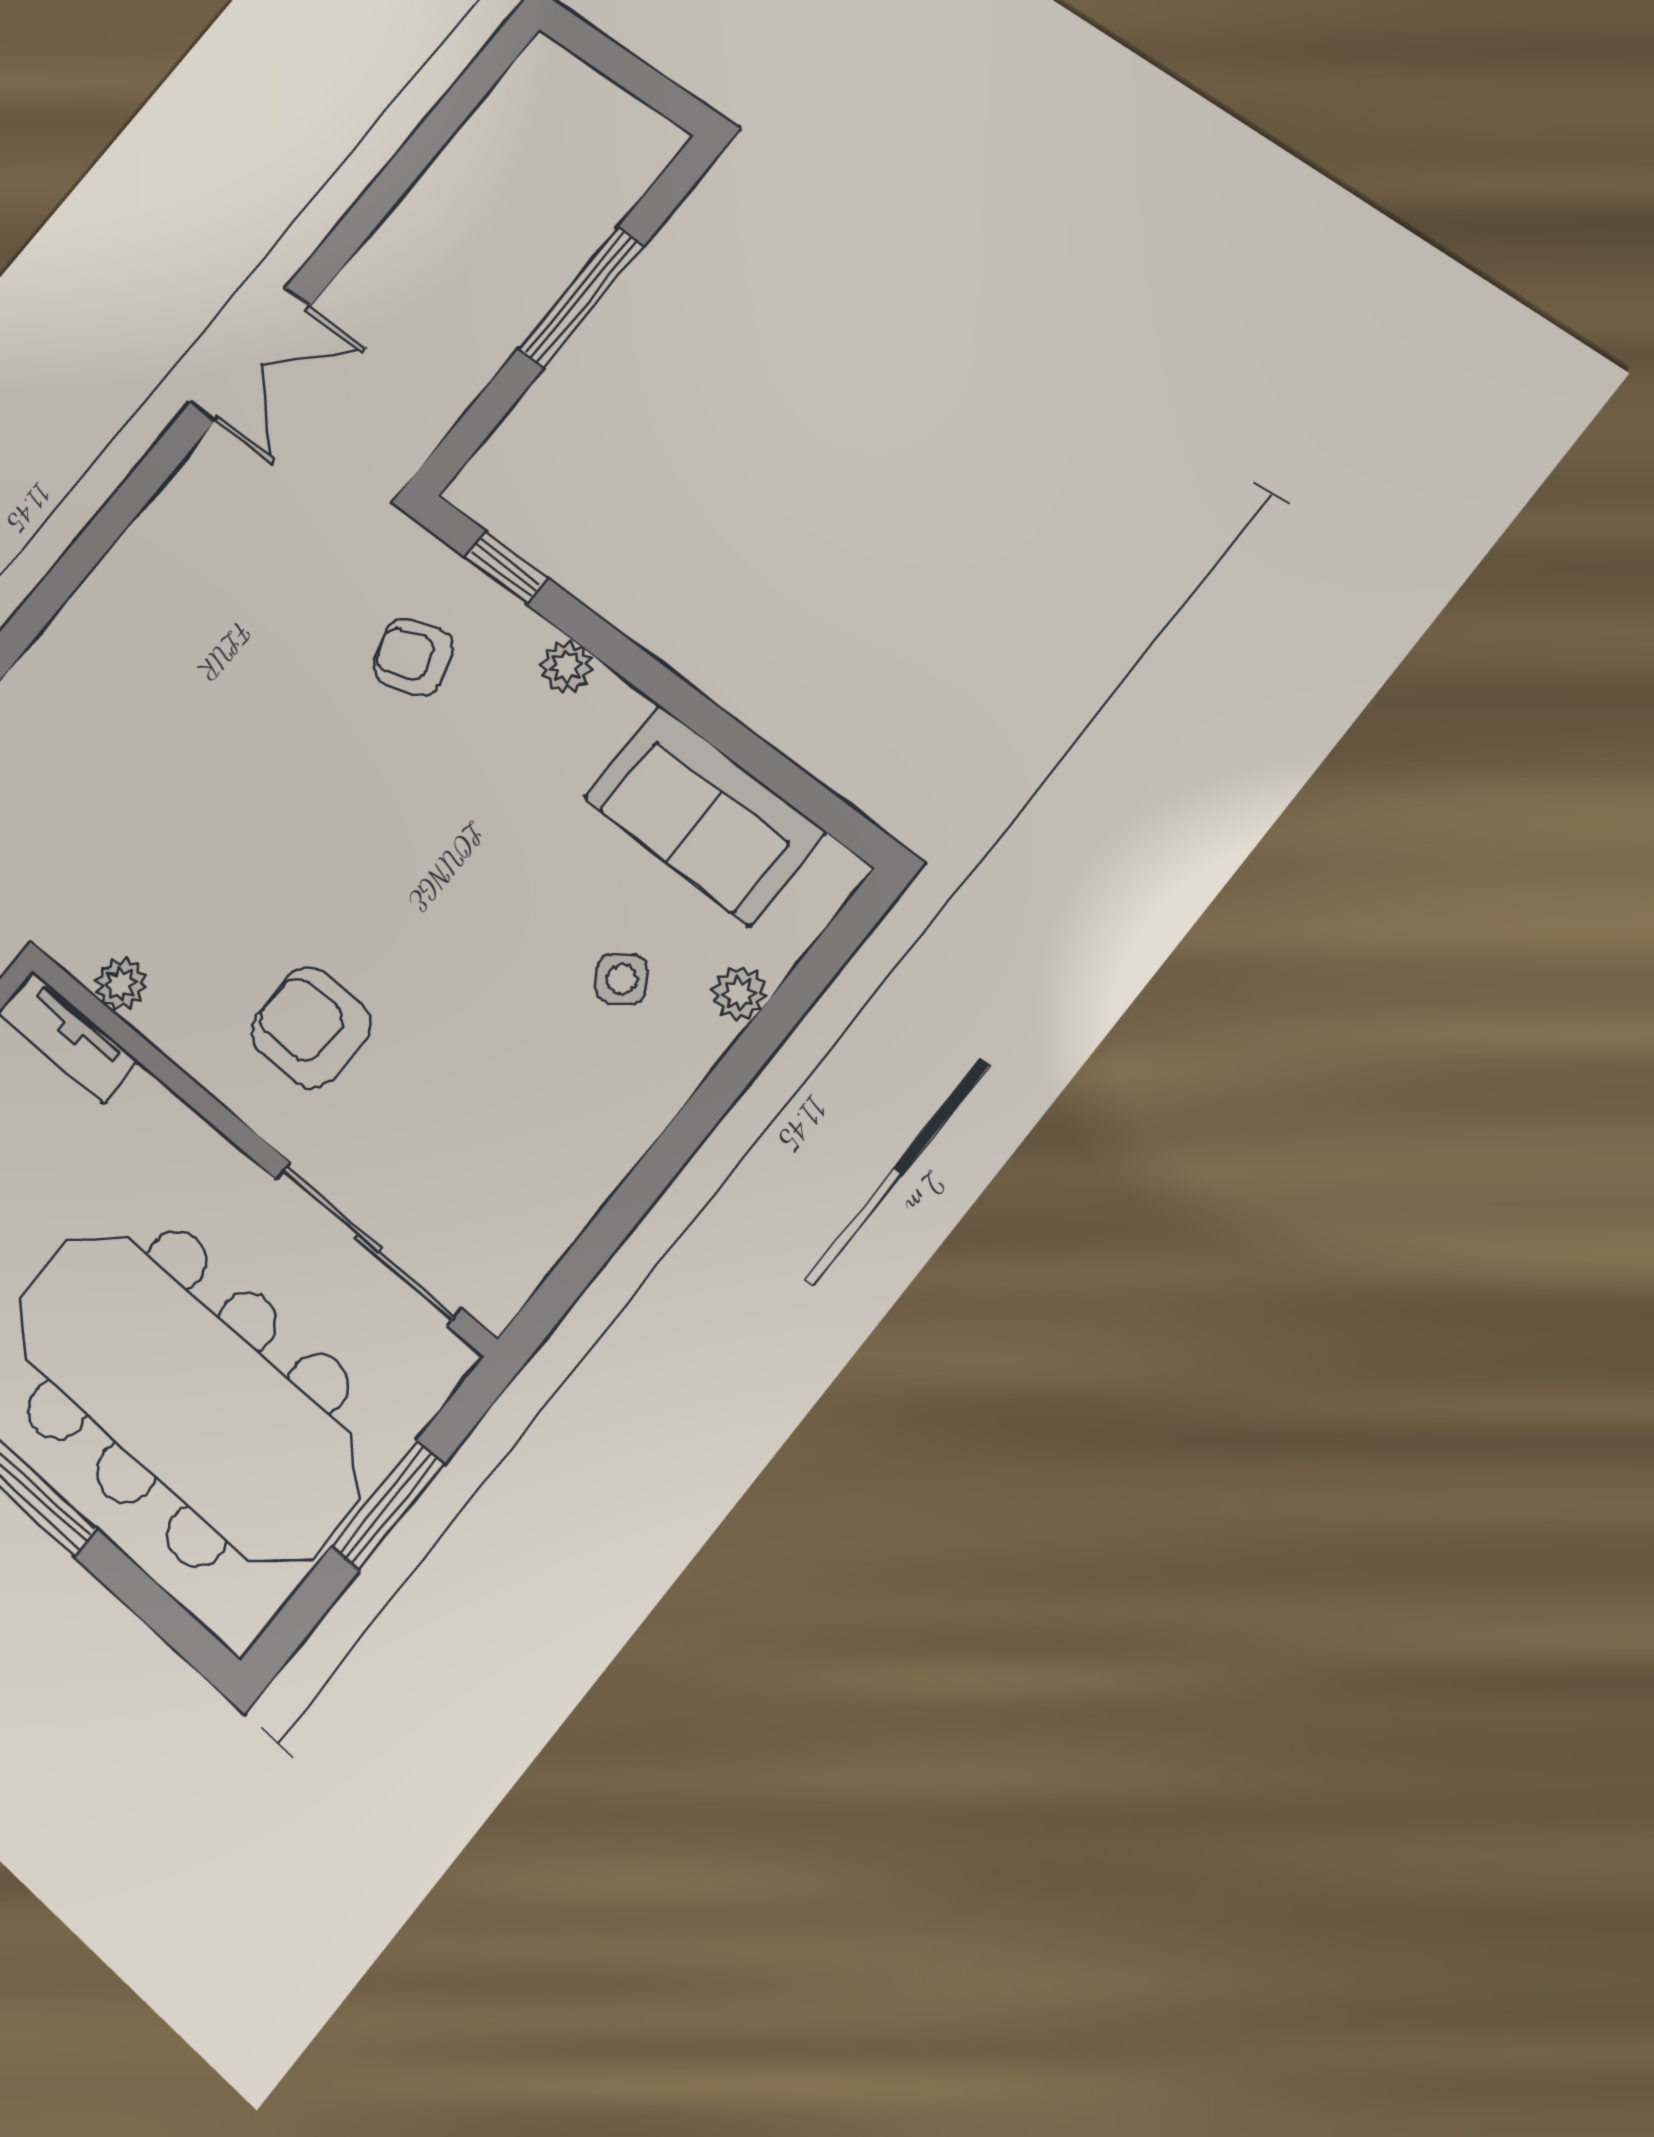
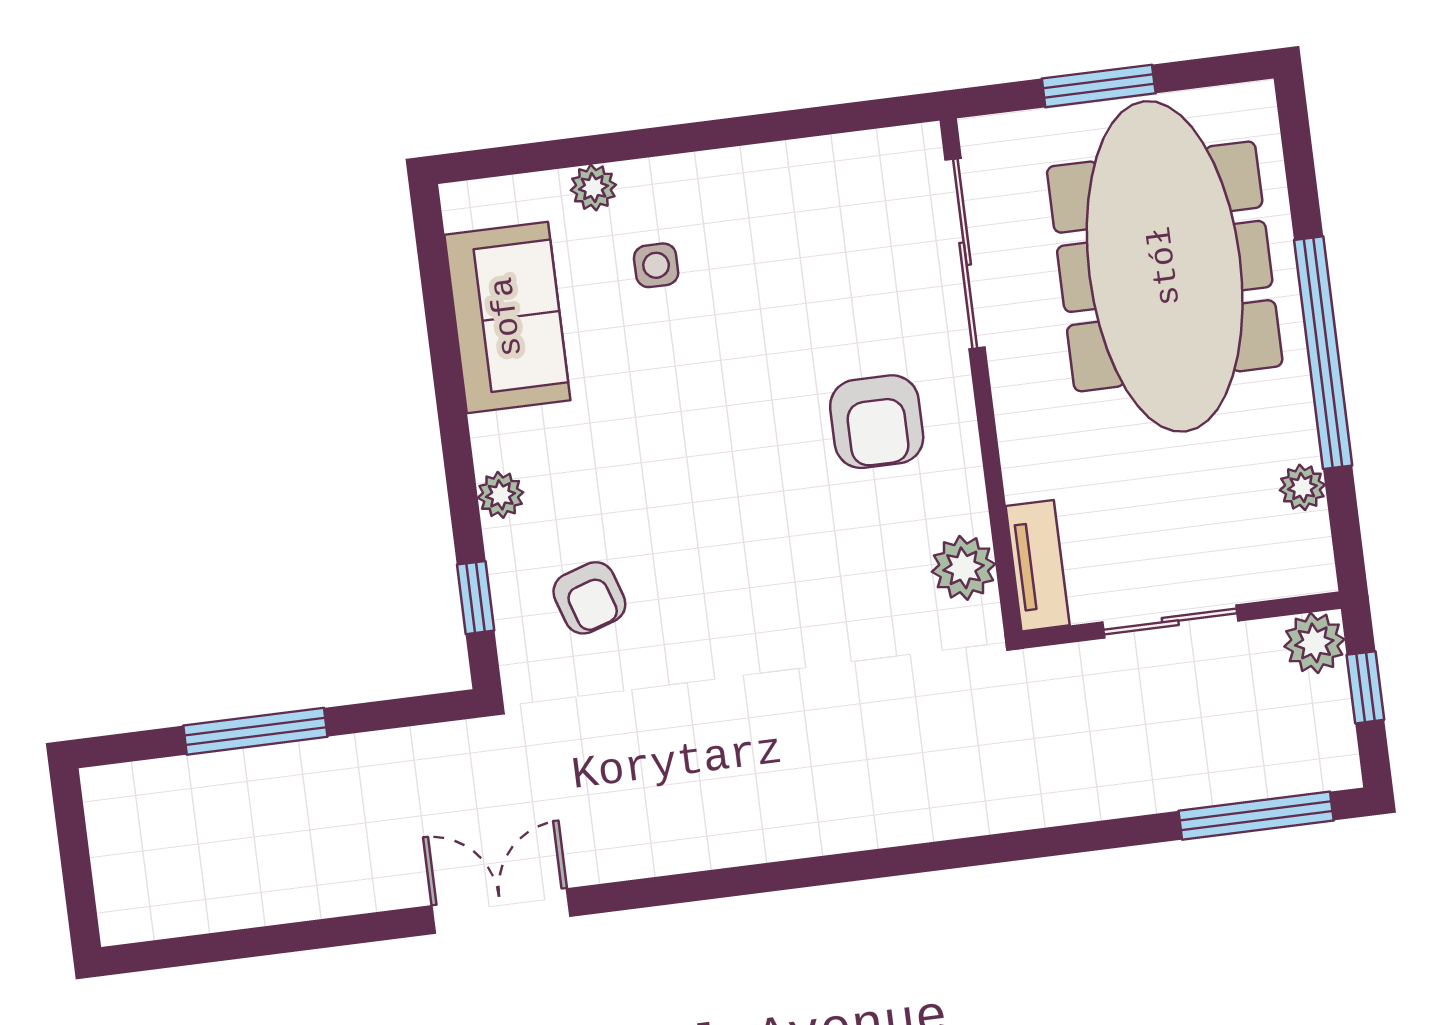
side table: (622, 979) -> (656, 265), turned 35
plant: (121, 984) -> (964, 568), width x1.38, depth x1.38

